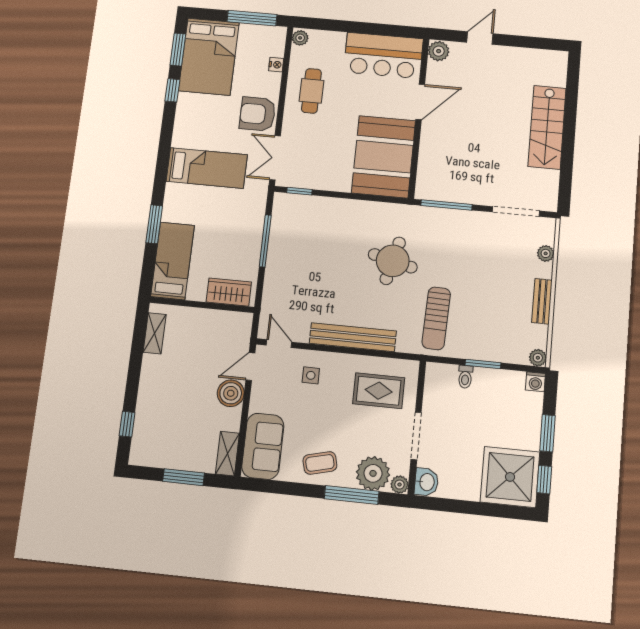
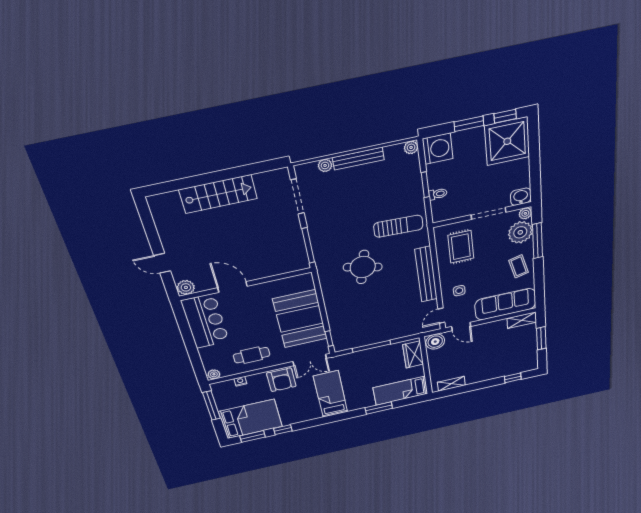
booth: (384, 157) -> (300, 319), moved, turned 90
bench: (542, 301) -> (358, 159), width x1.36
washing machine: (535, 382) -> (438, 149), width x1.89, depth x1.89
boiler: (231, 393) -> (435, 342), moved
sofa: (263, 446) -> (505, 304), width x1.36

